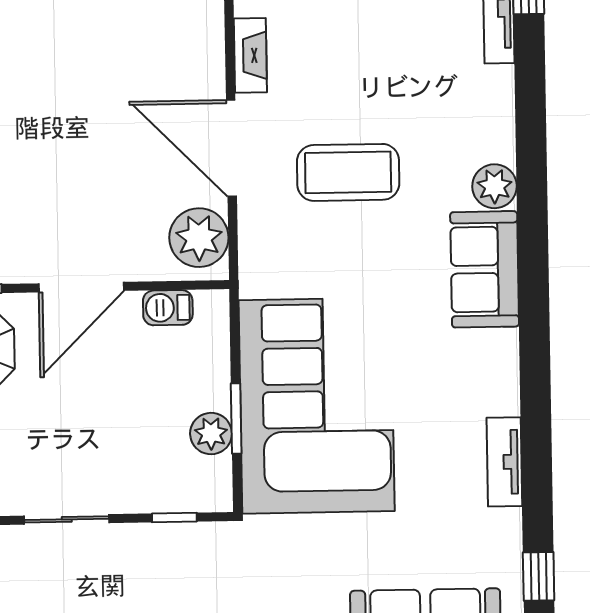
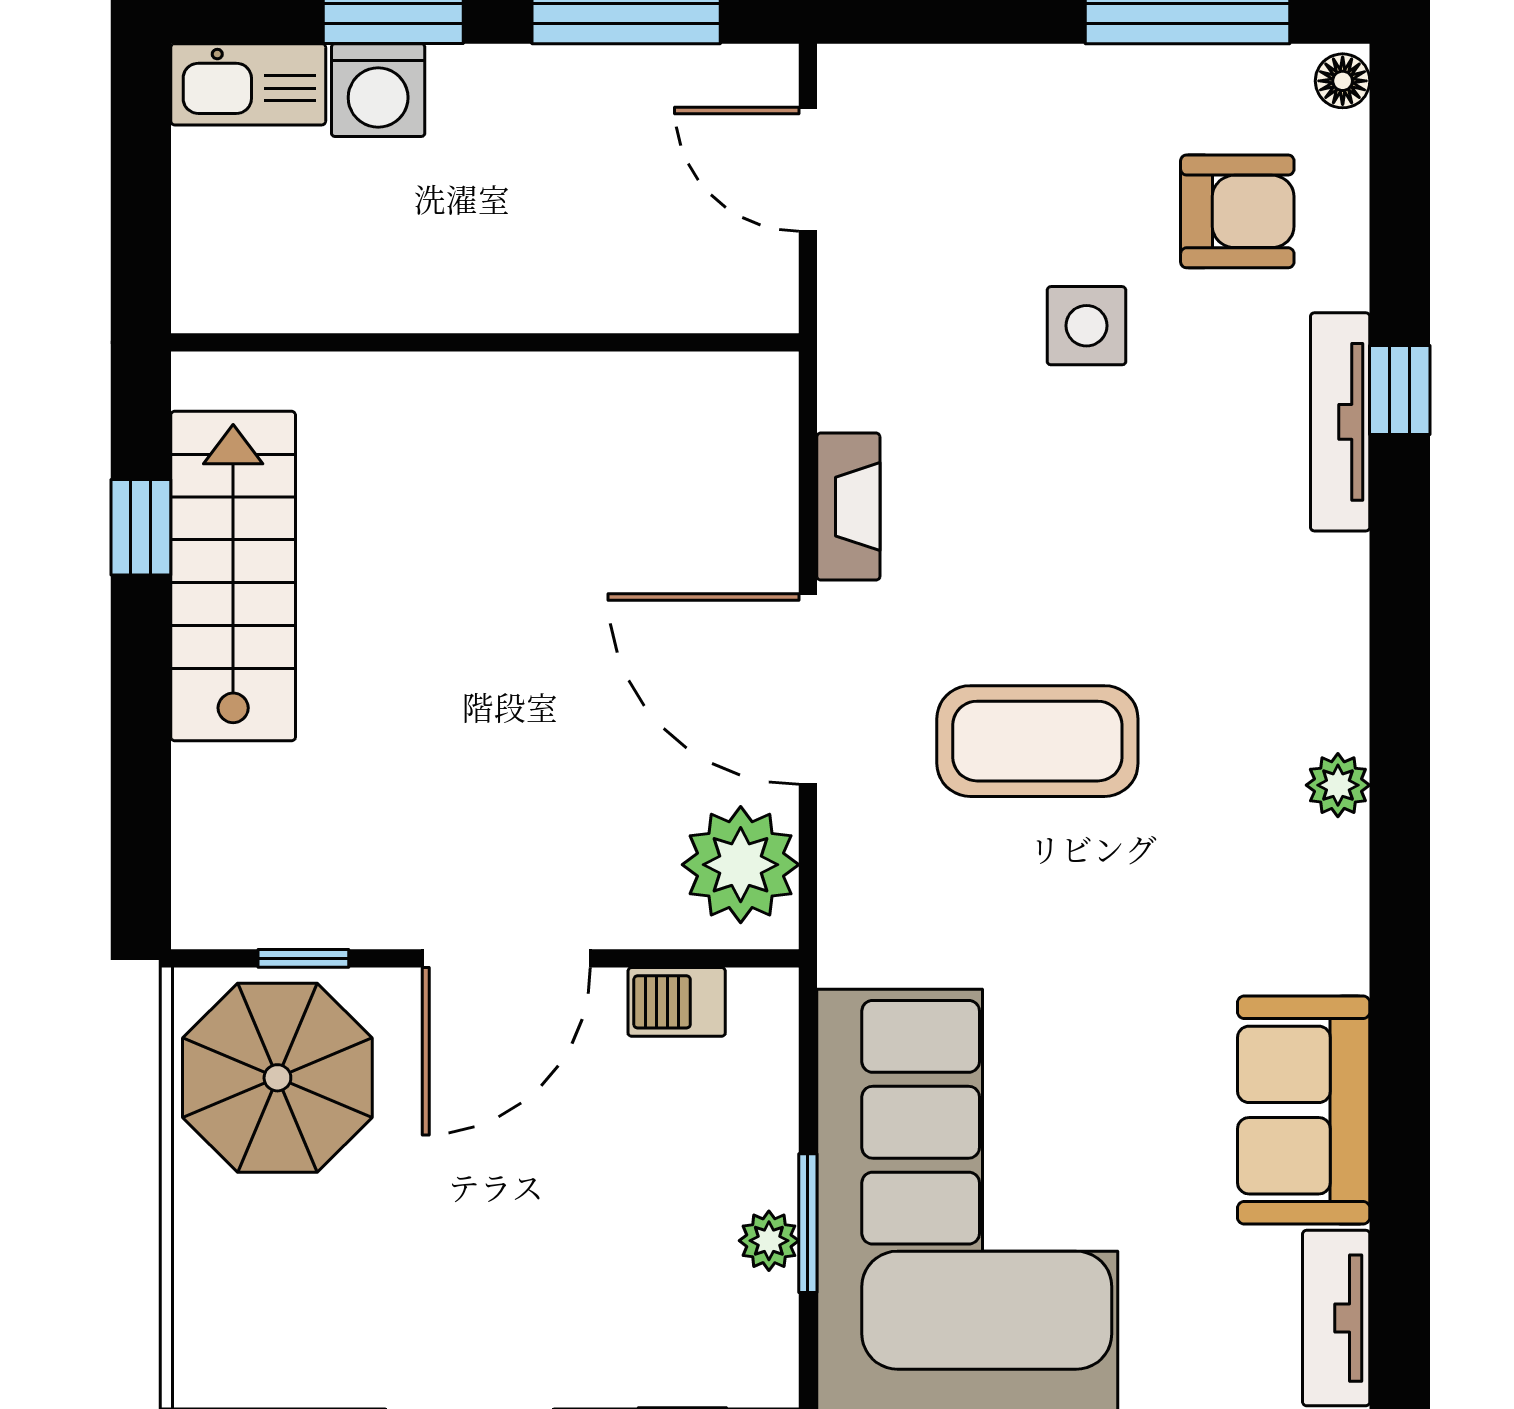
plant: (494, 186) -> (1338, 785), width x0.73, depth x0.73
sofa: (485, 269) -> (1304, 1110), moved
plant: (211, 434) -> (769, 1241), width x0.73, depth x0.73

